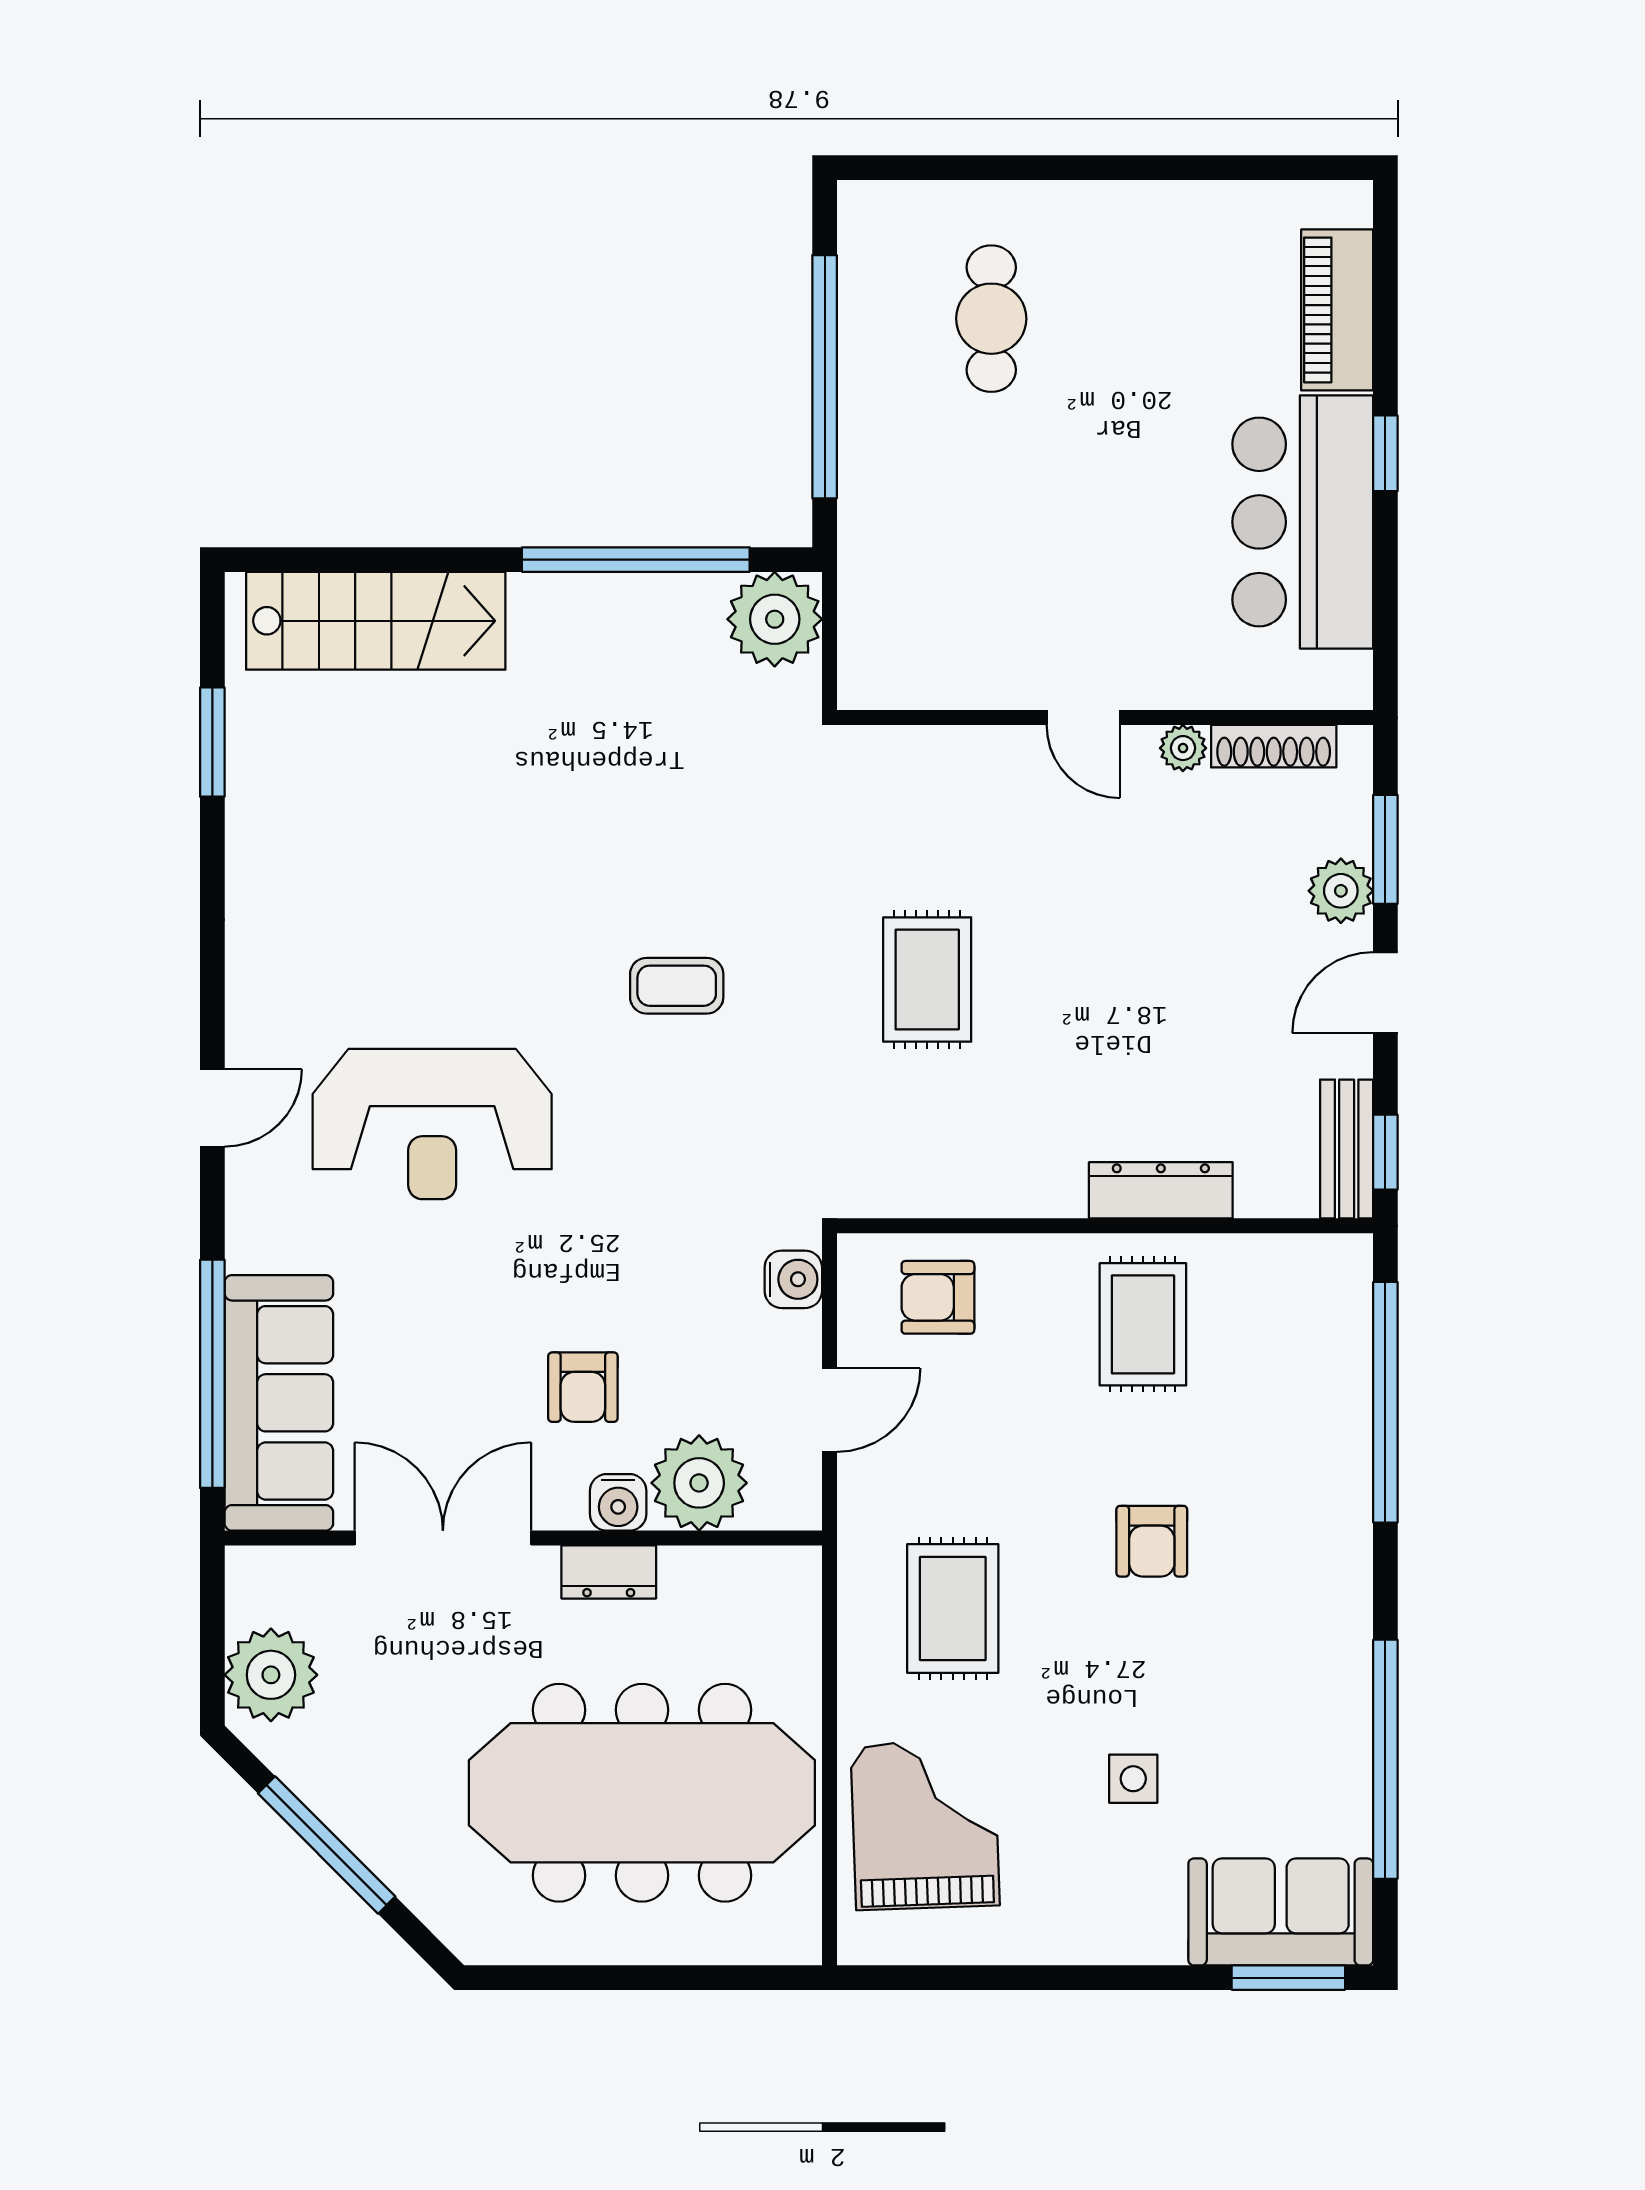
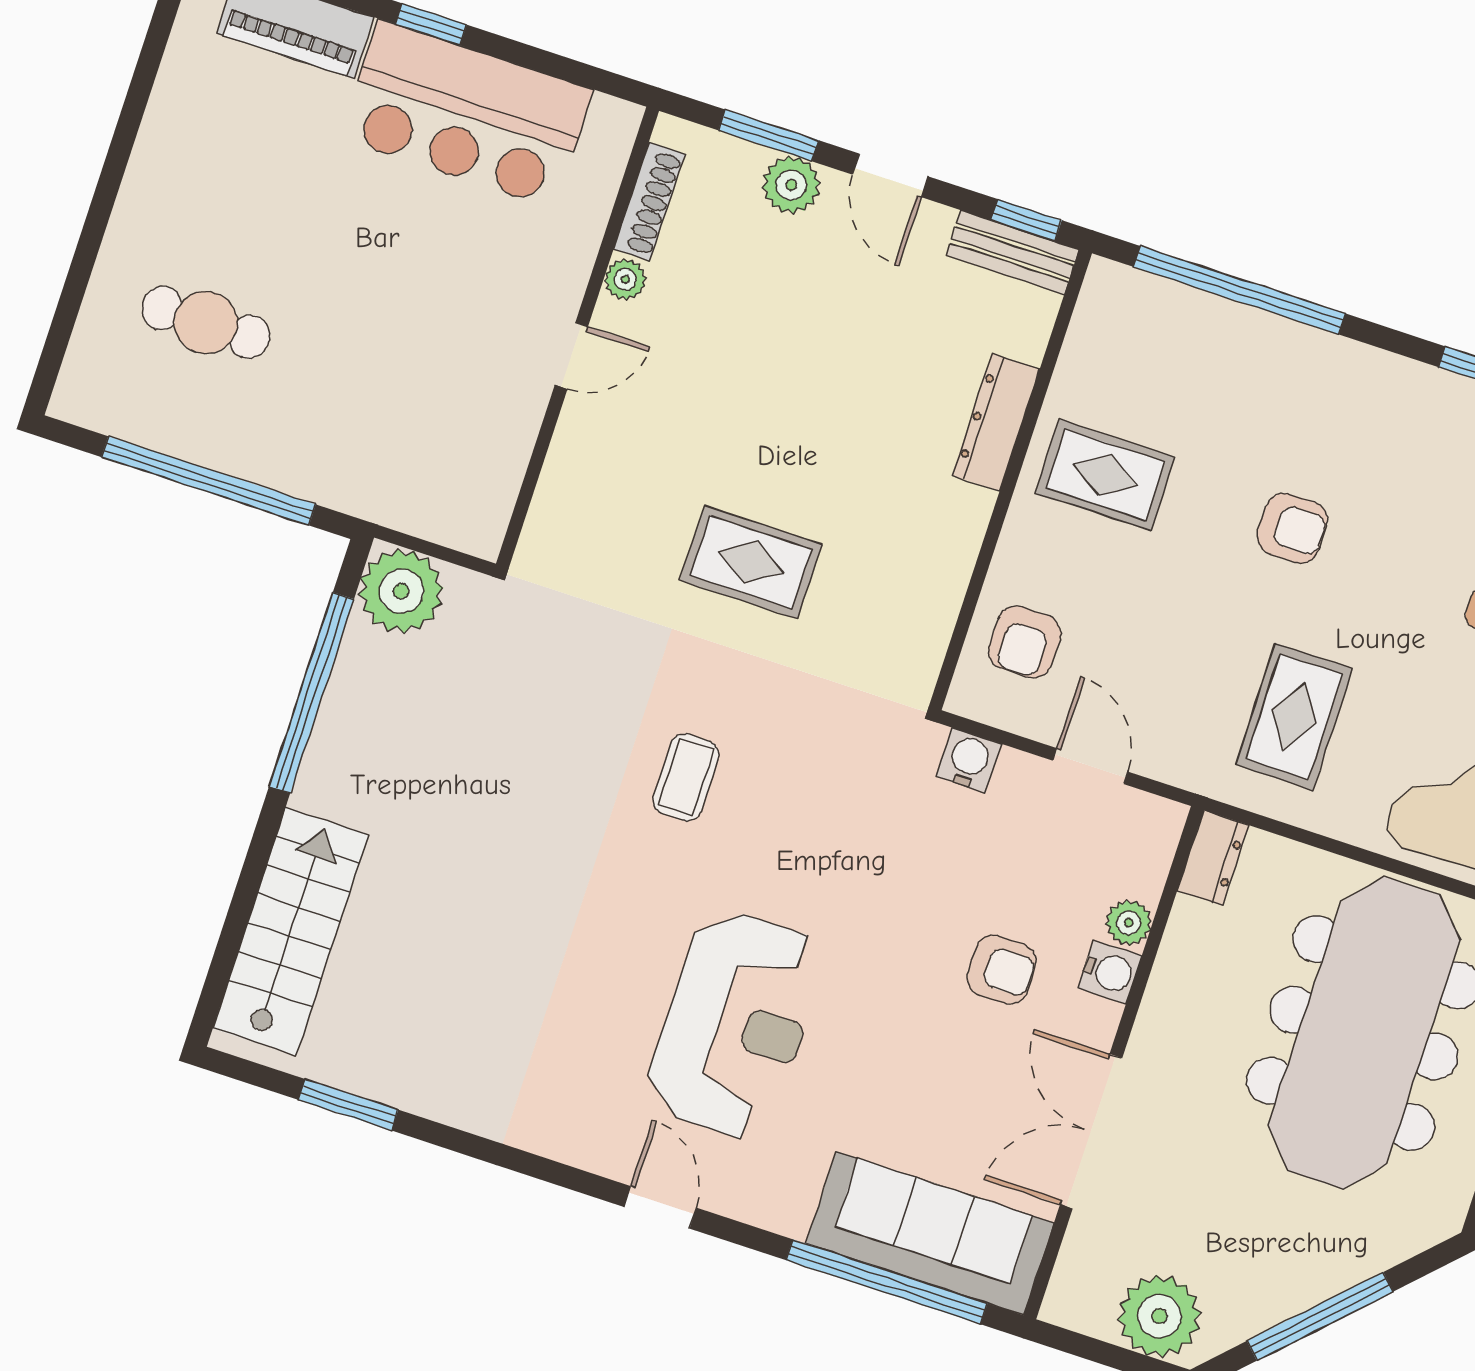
plant: (699, 1483) -> (1129, 923), width x0.53, depth x0.53
dresser: (609, 1572) -> (1213, 858), moved
rug: (953, 1609) -> (1294, 717), turned 90

